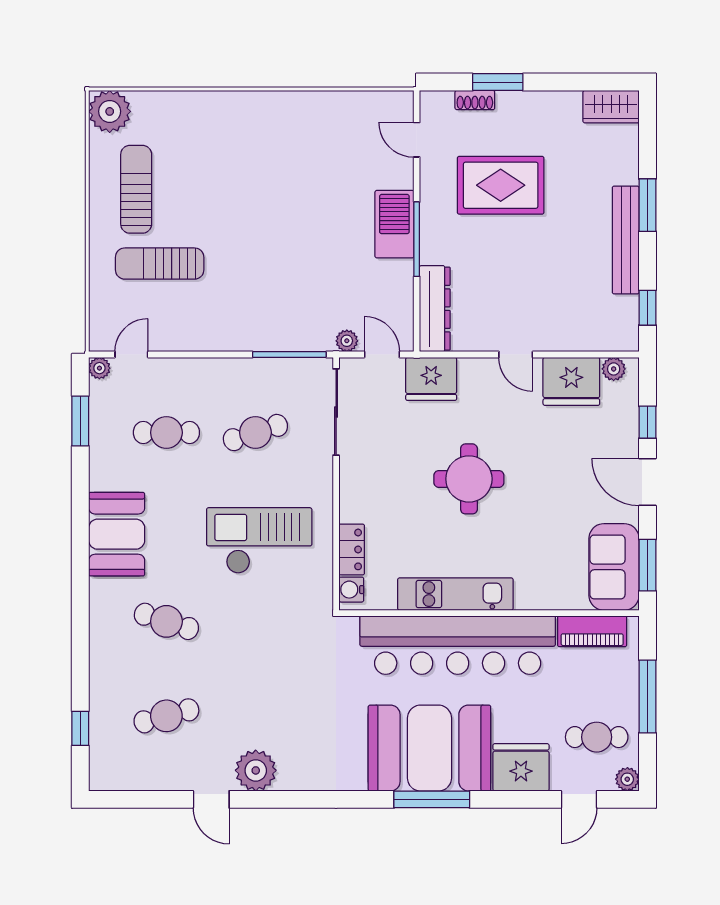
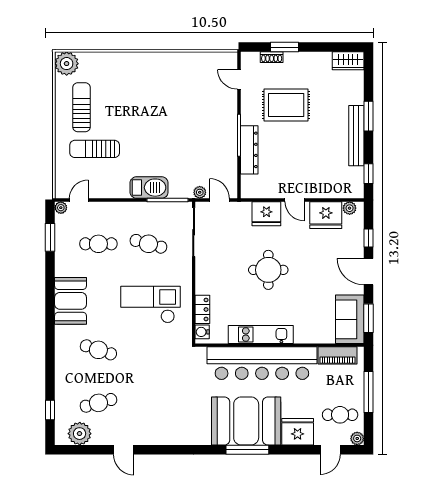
barbecue: (394, 224) -> (149, 188), moved, turned 90
dresser: (435, 309) -> (249, 150), moved
fridge: (431, 379) -> (266, 214), moved
cafe table: (255, 433) -> (148, 244), turned 33
plant: (256, 770) -> (80, 434), moved

